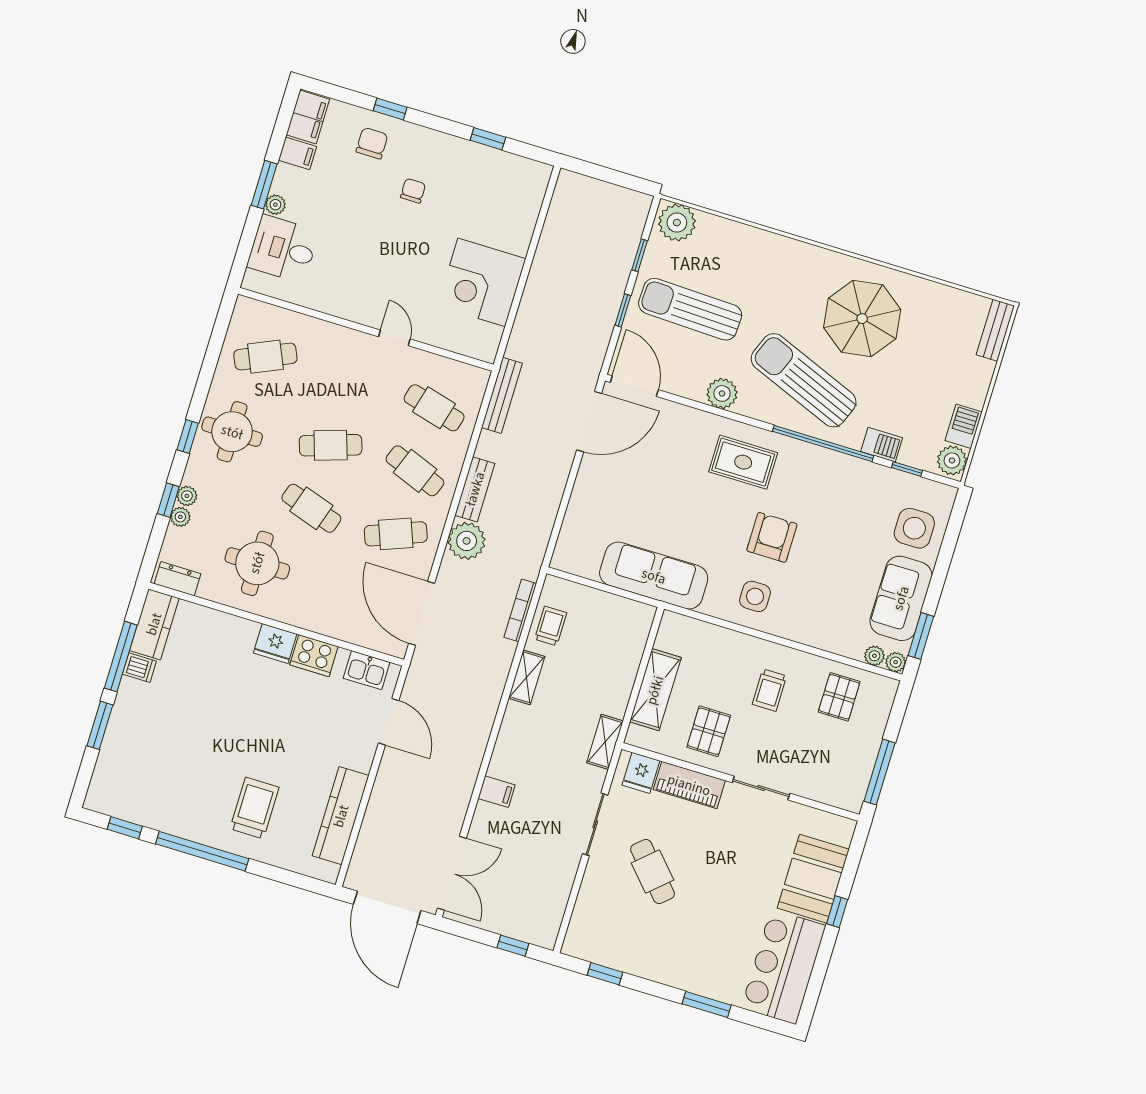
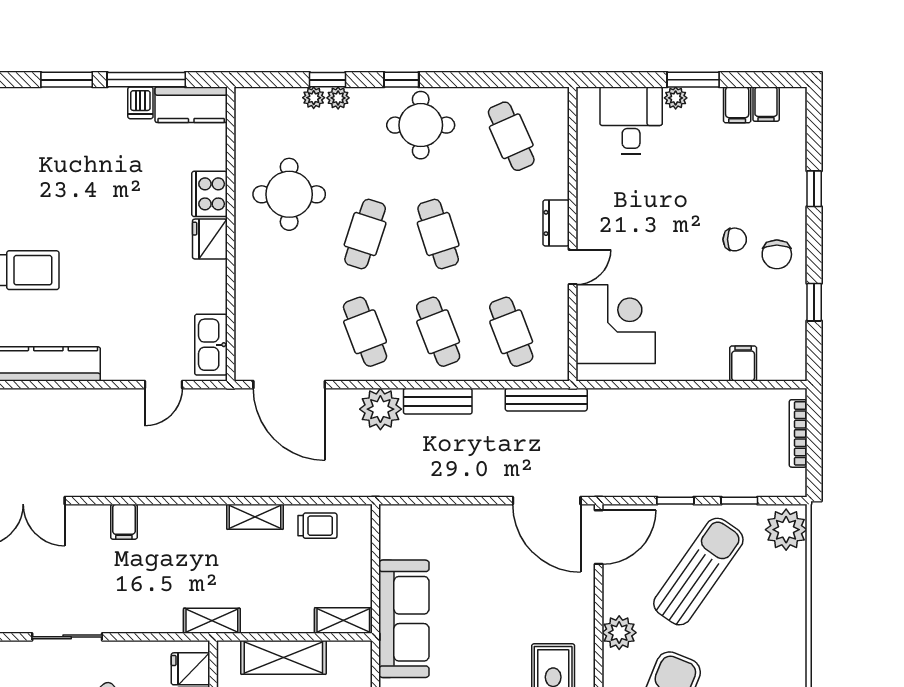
filing cabinet: (308, 117) -> (766, 104), width x0.50
chair: (372, 143) -> (777, 254), moved, turned 90
filing cabinet: (522, 216) -> (743, 364), added
corner desk: (482, 282) -> (616, 324), moved, turned 90
sun lounger: (690, 309) -> (698, 572), turned 33
cafe table: (434, 408) -> (511, 332), turned -36
cafe table: (415, 471) -> (438, 332), turned -42
dresser: (177, 579) -> (556, 223), moved, turned 180
bookcase: (520, 610) -> (798, 433), moved, turned -90
door: (422, 613) -> (289, 385), swing flipped
shelving: (639, 628) -> (343, 620), added
cooker: (314, 656) -> (210, 194), moved
kitchen sink: (367, 670) -> (211, 345), width x1.38
door: (389, 722) -> (163, 385), width x0.73
sliding door: (595, 824) -> (67, 637), moved

